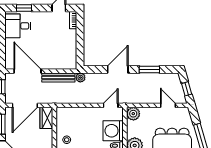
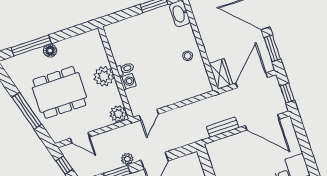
bench: (58, 77) -> (223, 127), width x0.73
plant: (80, 78) -> (127, 159), moved
washing machine: (113, 131) -> (128, 81), width x0.53, depth x0.53

